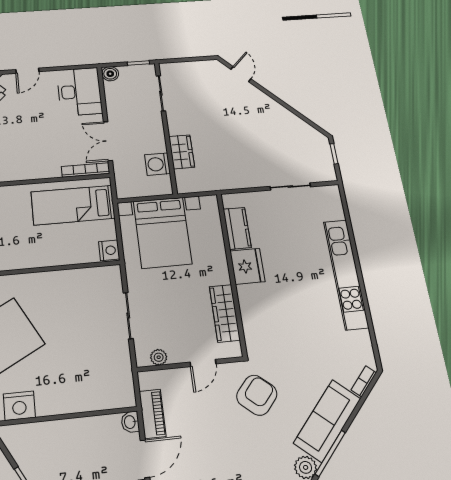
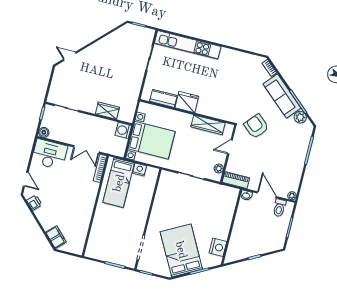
washing machine: (157, 164) -> (123, 130), moved, turned 90
nightstand: (109, 250) -> (140, 170), moved
kitchen unit: (346, 274) -> (188, 45), moved
door: (203, 363) -> (230, 147), swing flipped
piano: (153, 414) -> (236, 180), moved

